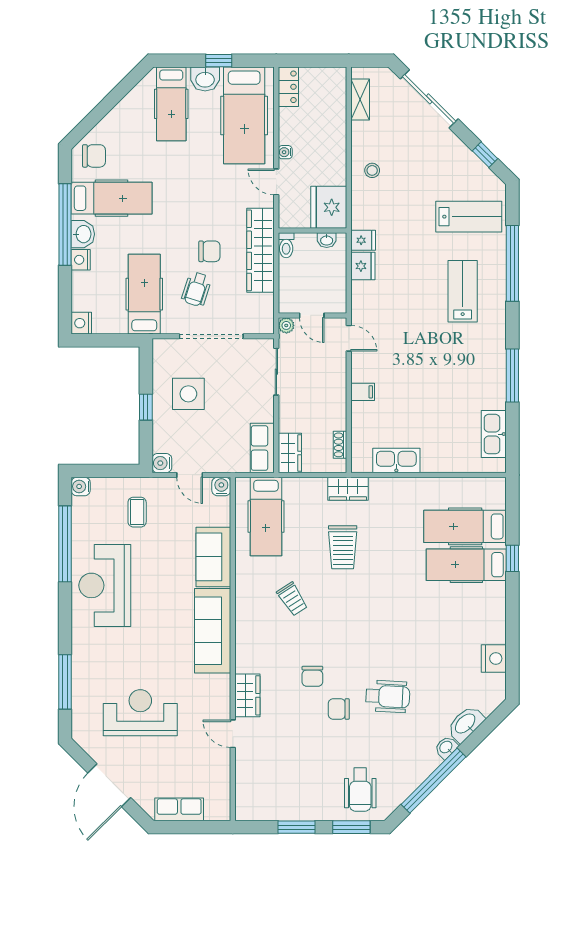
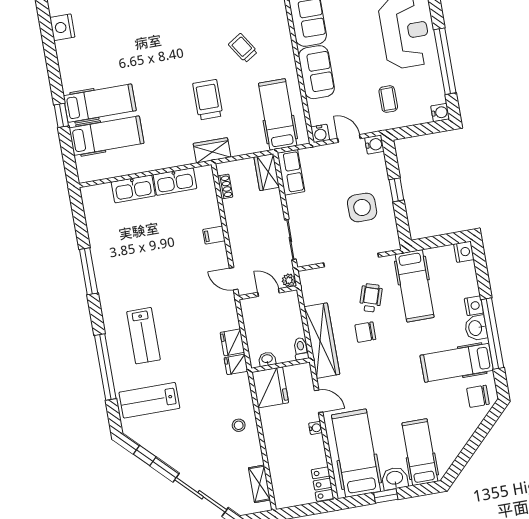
kitchen sink: (494, 434) -> (133, 189), moved, turned 90

